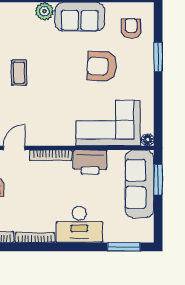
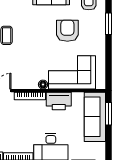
armchair: (102, 66) -> (67, 31), turned 87
floor lamp: (148, 140) -> (43, 84), moved

